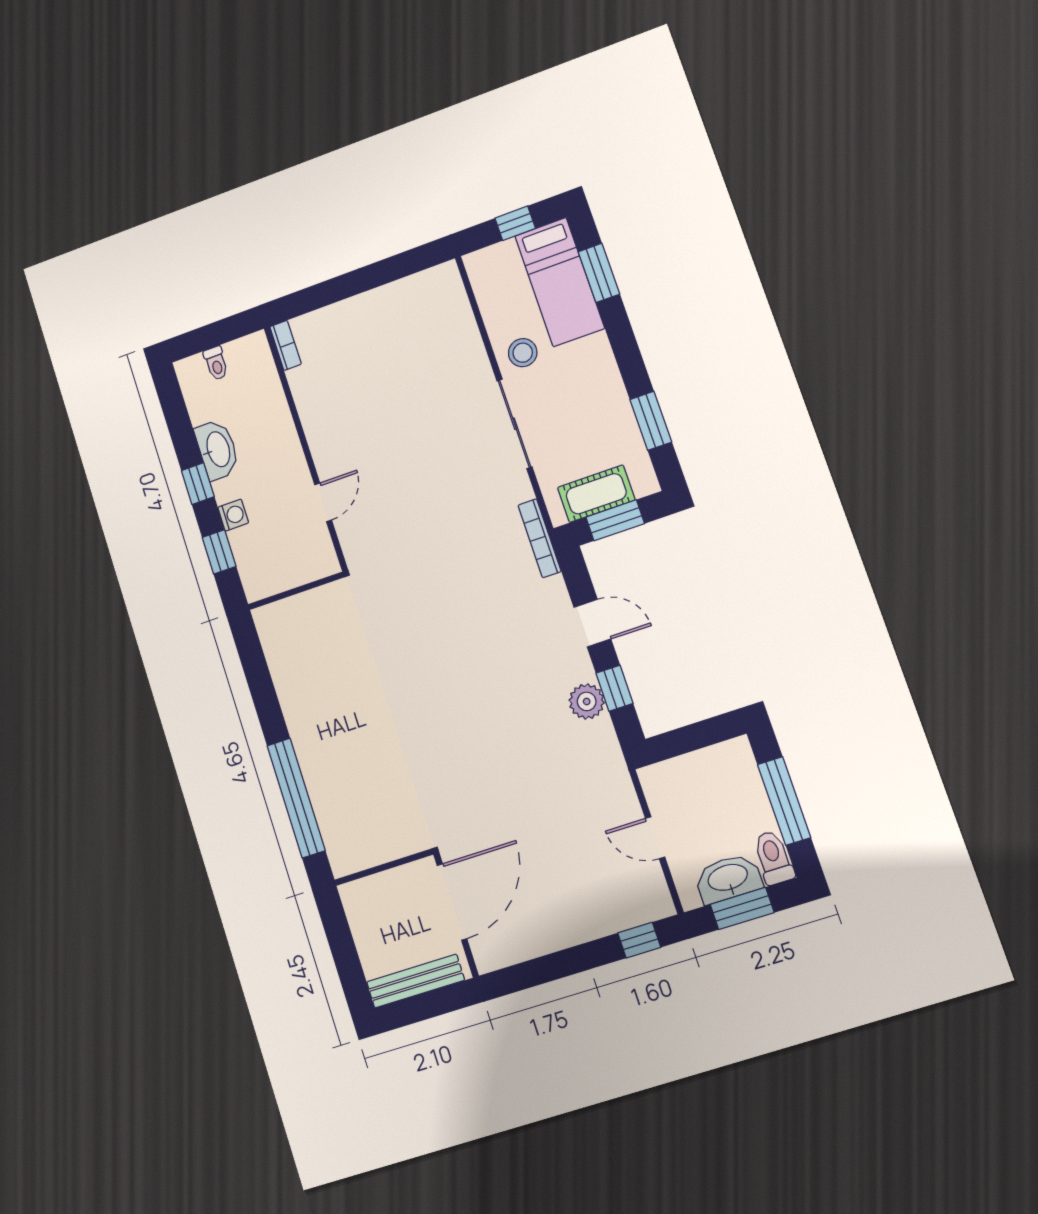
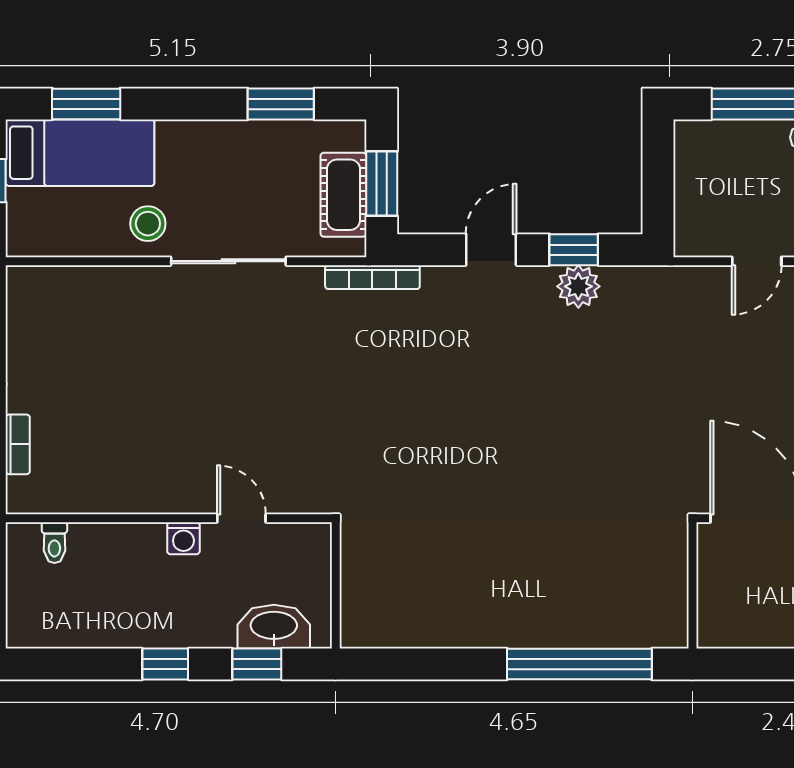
bookcase: (286, 345) -> (18, 444), moved, turned 90
toilet: (216, 363) -> (54, 543), moved, turned 90
washbasin: (217, 450) -> (274, 627), moved
washing machine: (233, 515) -> (183, 538), moved, turned 180

